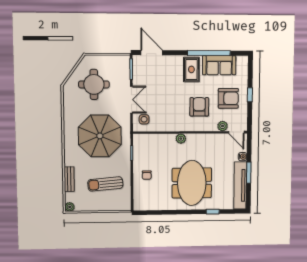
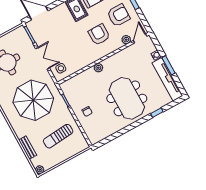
door: (236, 132) -> (140, 38), swing flipped

